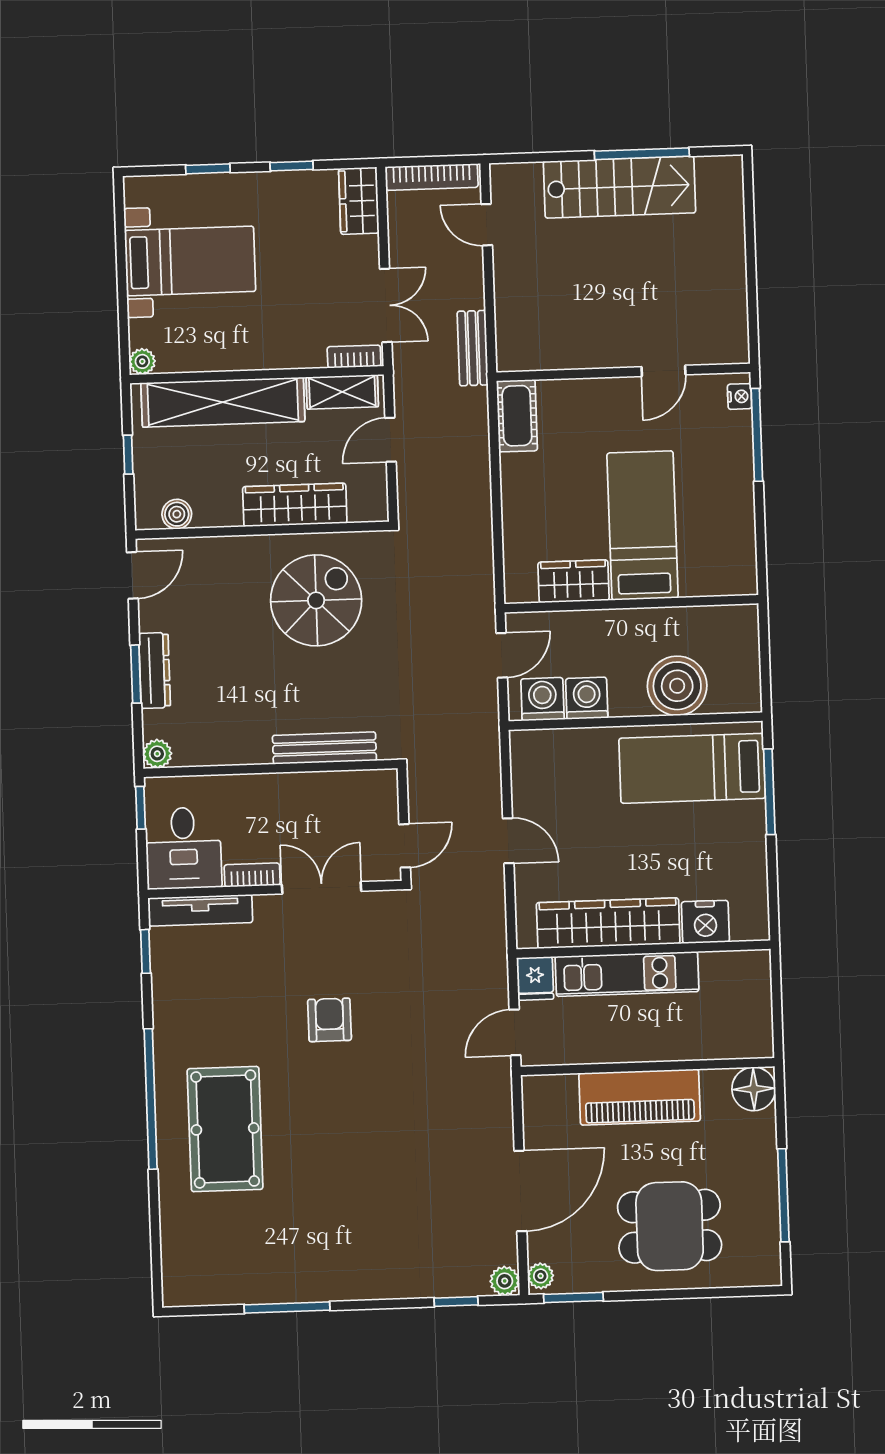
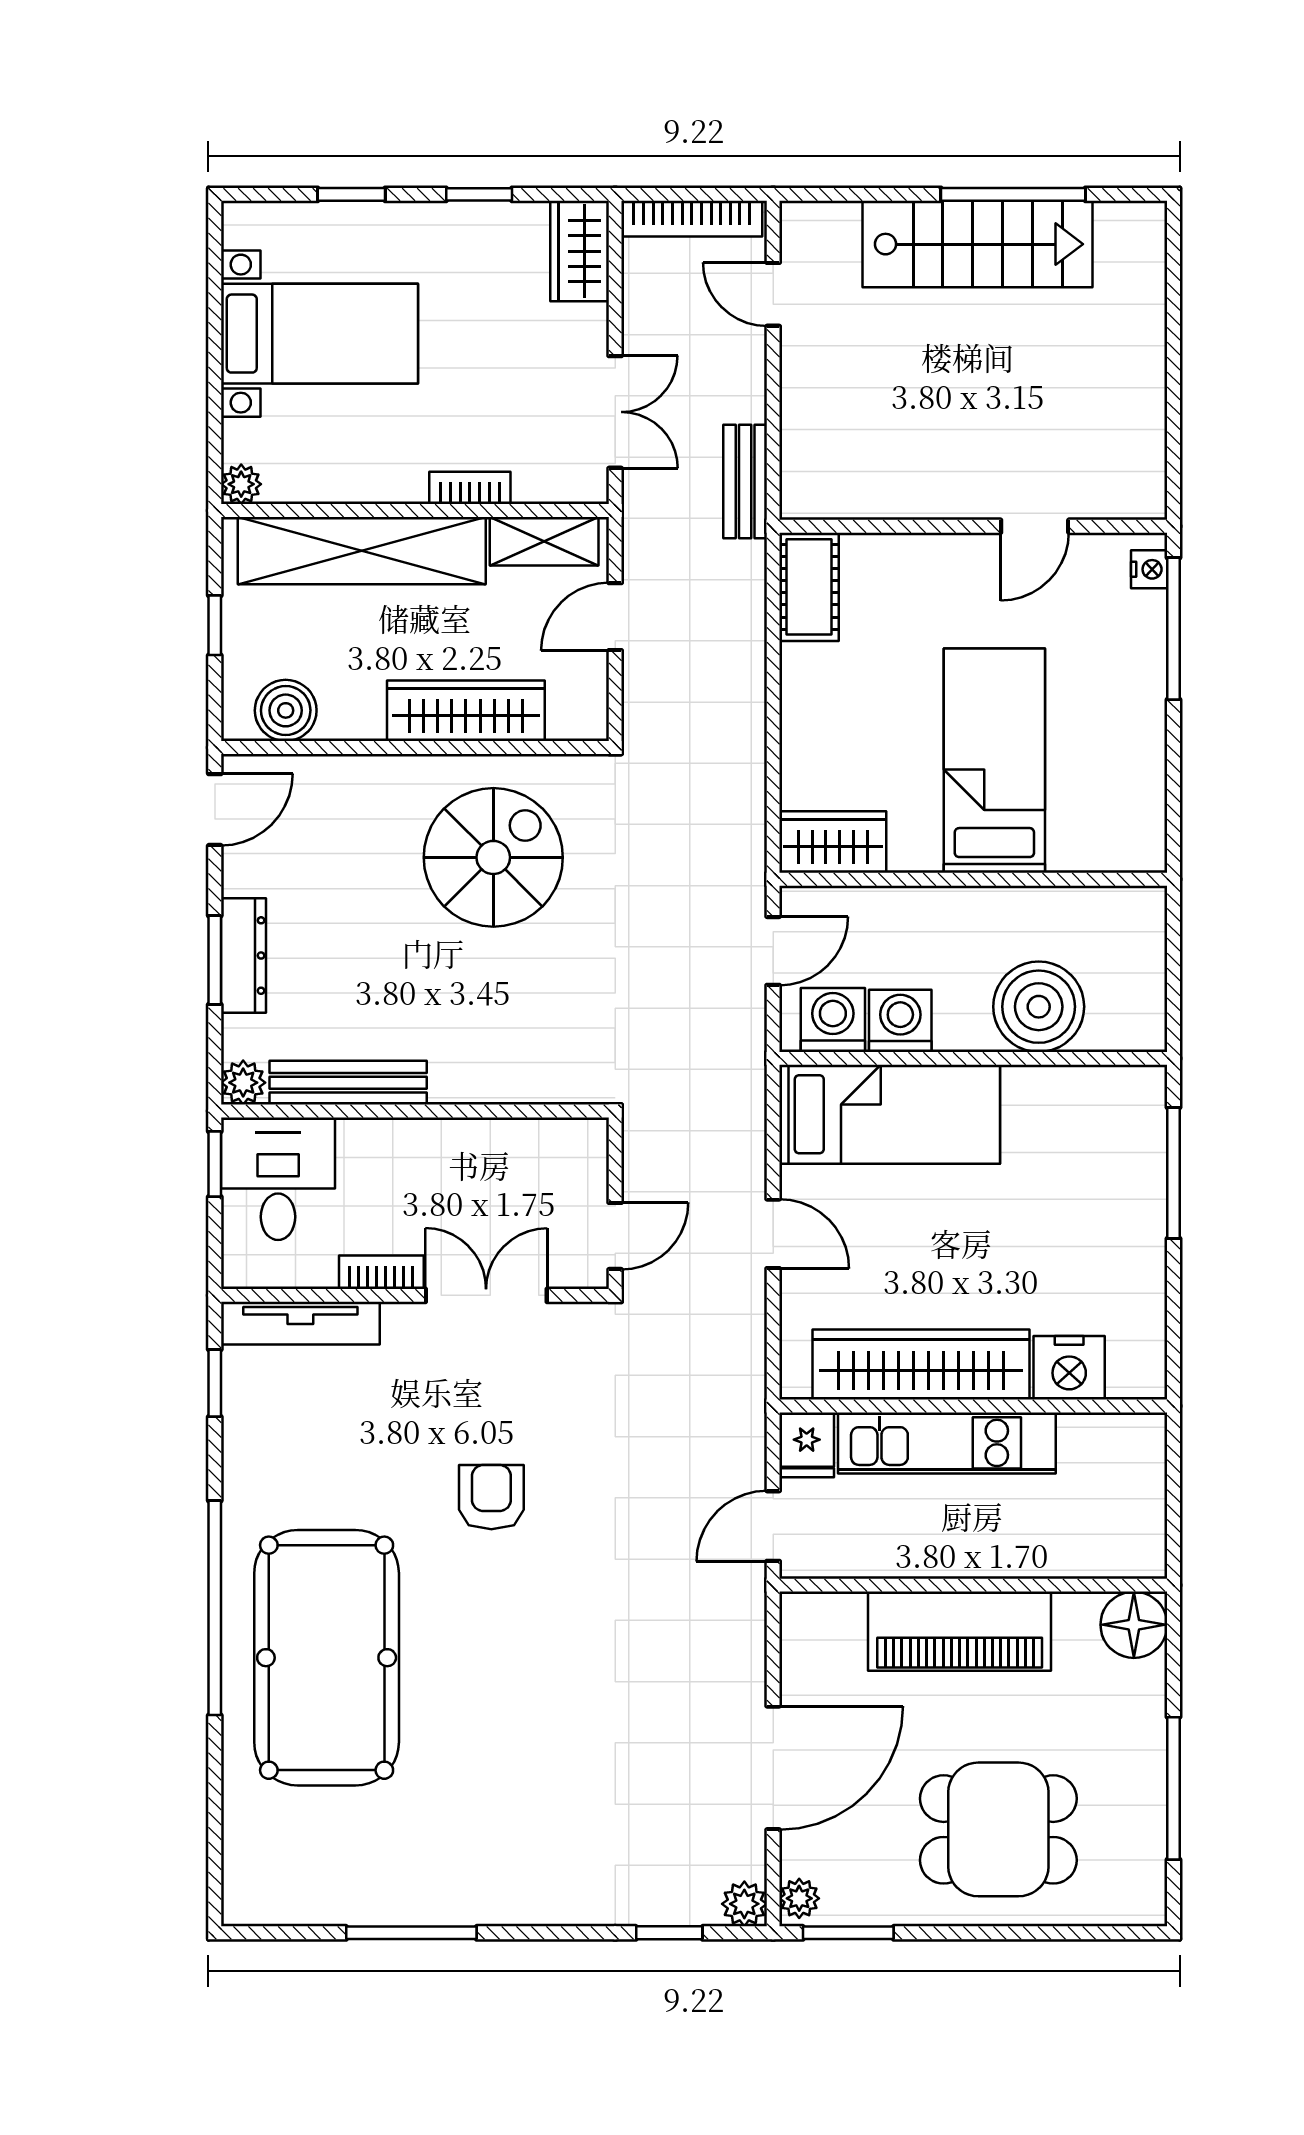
bookcase: (354, 356) -> (470, 488), moved
boiler: (177, 514) -> (286, 710), width x1.36, depth x1.36
wardrobe: (574, 581) -> (833, 842), moved
bench: (324, 748) -> (348, 1083), moved
bed: (692, 768) -> (890, 1114), moved, turned 180
desk: (183, 848) -> (278, 1179), moved, turned 180
pool table: (225, 1129) -> (327, 1658), width x1.36, depth x1.32

